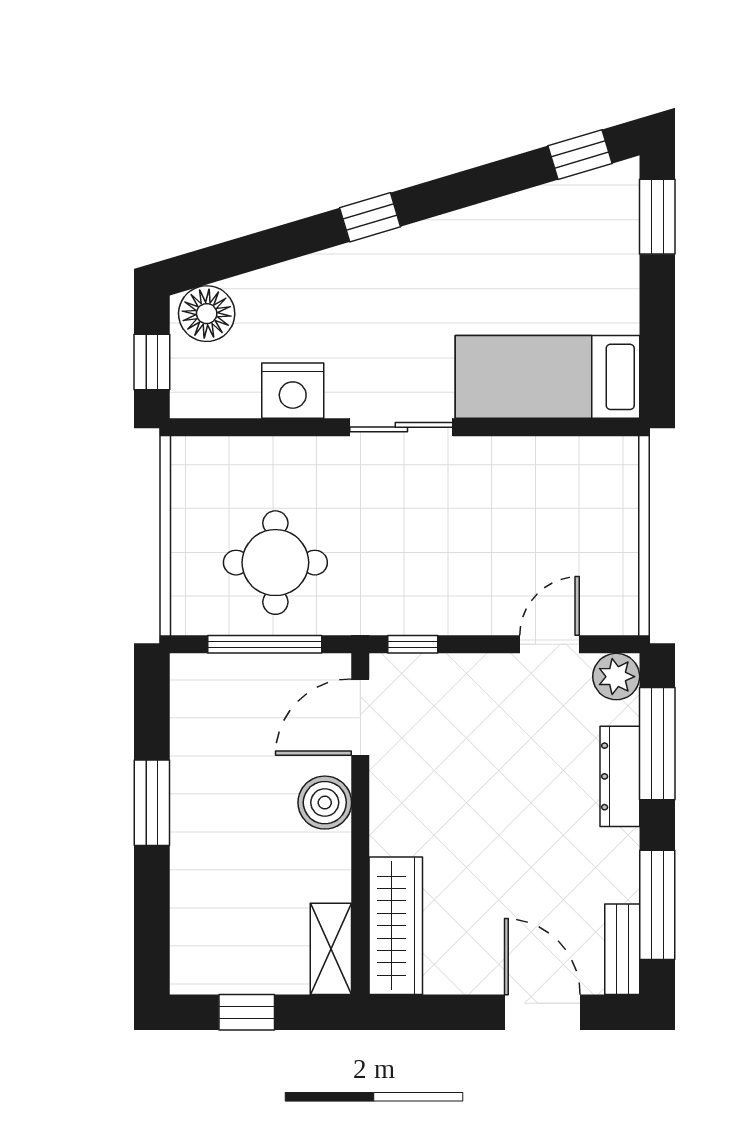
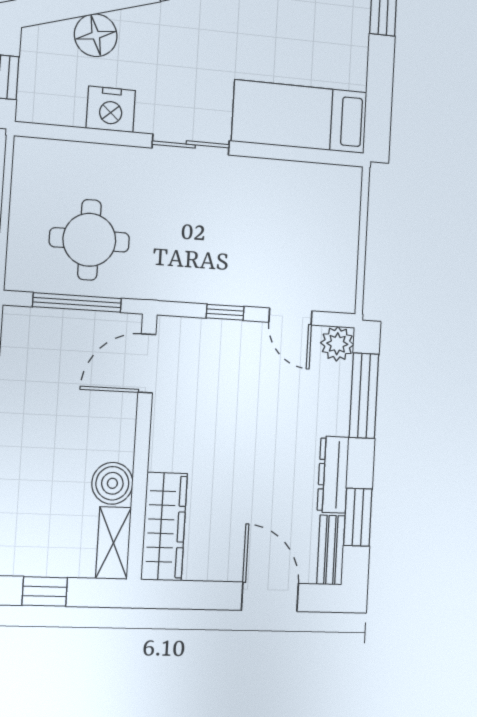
floor lamp: (207, 314) -> (96, 35), moved
window: (413, 644) -> (225, 312), moved
door: (550, 644) -> (290, 317), swing flipped
dresser: (620, 776) -> (333, 475), moved
boiler: (325, 803) -> (112, 483), moved
window: (657, 905) -> (358, 517), width x0.69

